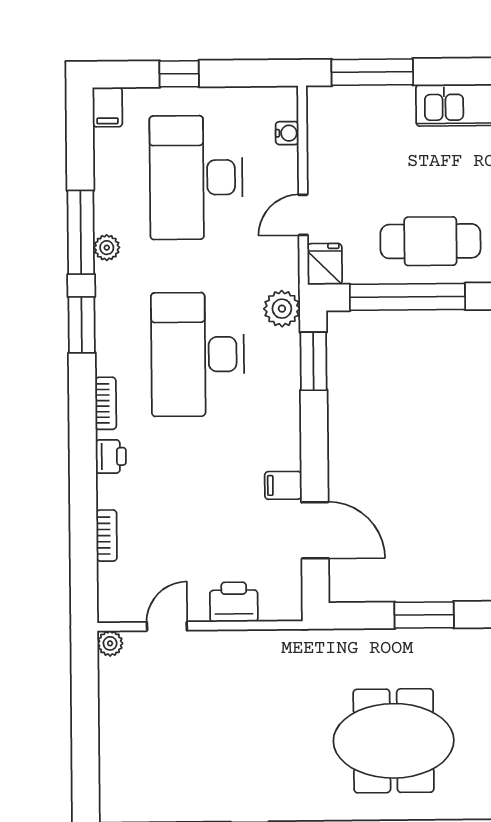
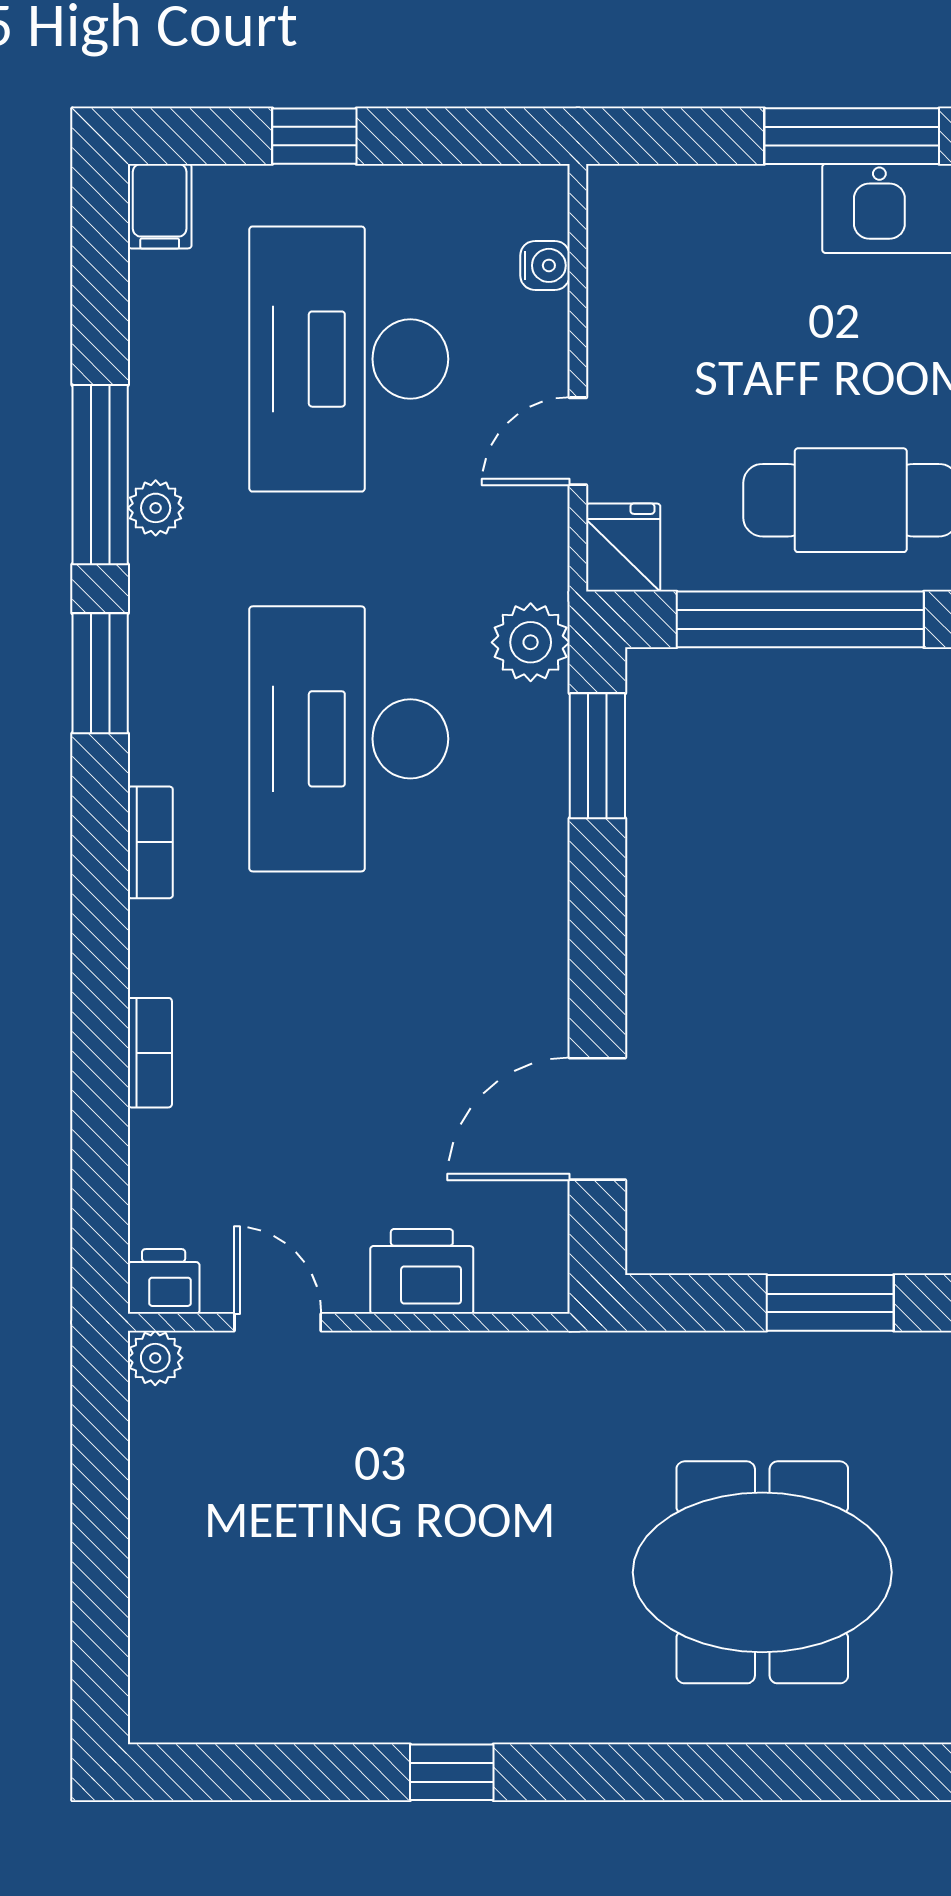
window: (372, 72) -> (852, 136), moved
printer: (111, 456) -> (164, 1281), moved, turned -90
filing cabinet: (283, 485) -> (530, 1022), removed
door: (315, 530) -> (597, 1119), swing flipped
bookcase: (107, 536) -> (150, 1053), moved
door: (167, 626) -> (278, 1322), hinge flipped

